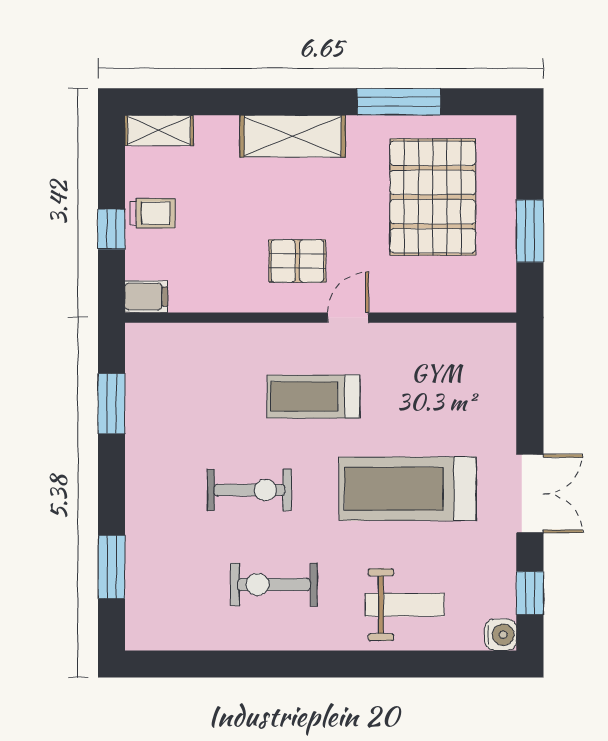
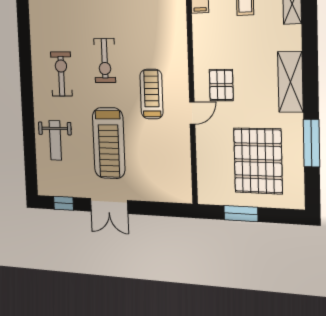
pallet: (433, 197) -> (258, 161), turned 90
door: (348, 318) -> (192, 113), hinge flipped
treadmill: (407, 489) -> (109, 143), turned 180
water cooler: (501, 635) -> (44, 188), removed

